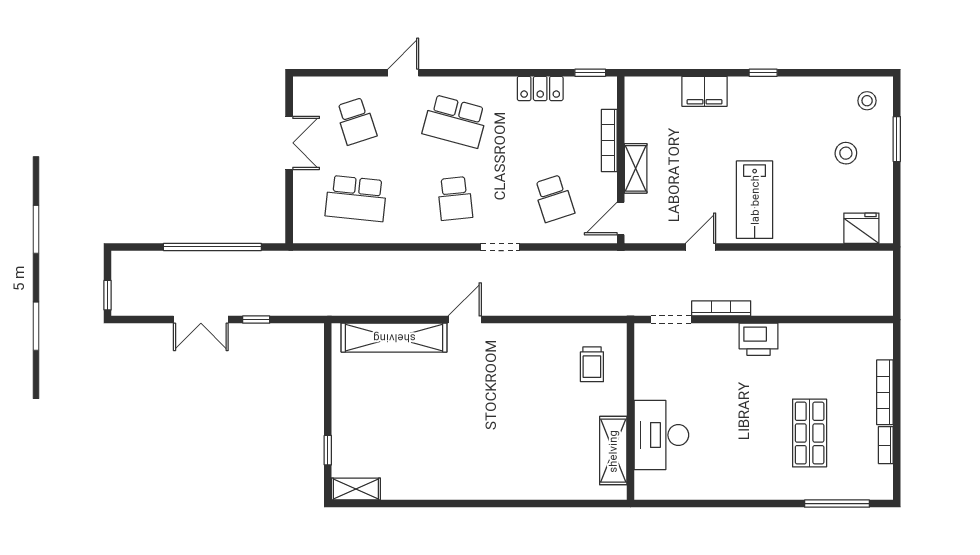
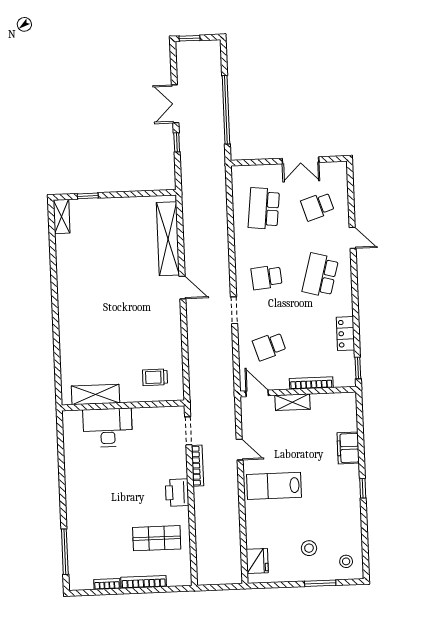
shop shelf: (810, 433) -> (157, 538), moved

